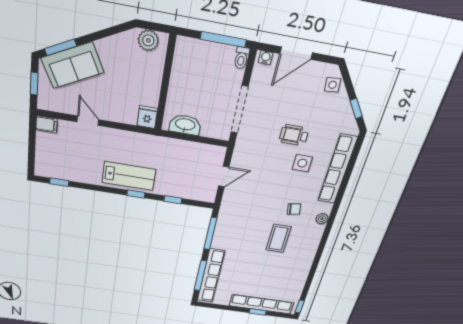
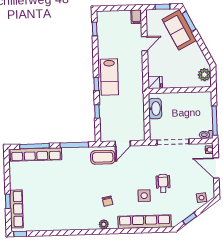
door: (224, 176) -> (123, 144), hinge flipped
coffee table: (278, 238) -> (103, 157), moved
row of seats: (261, 304) -> (16, 209), width x0.73

